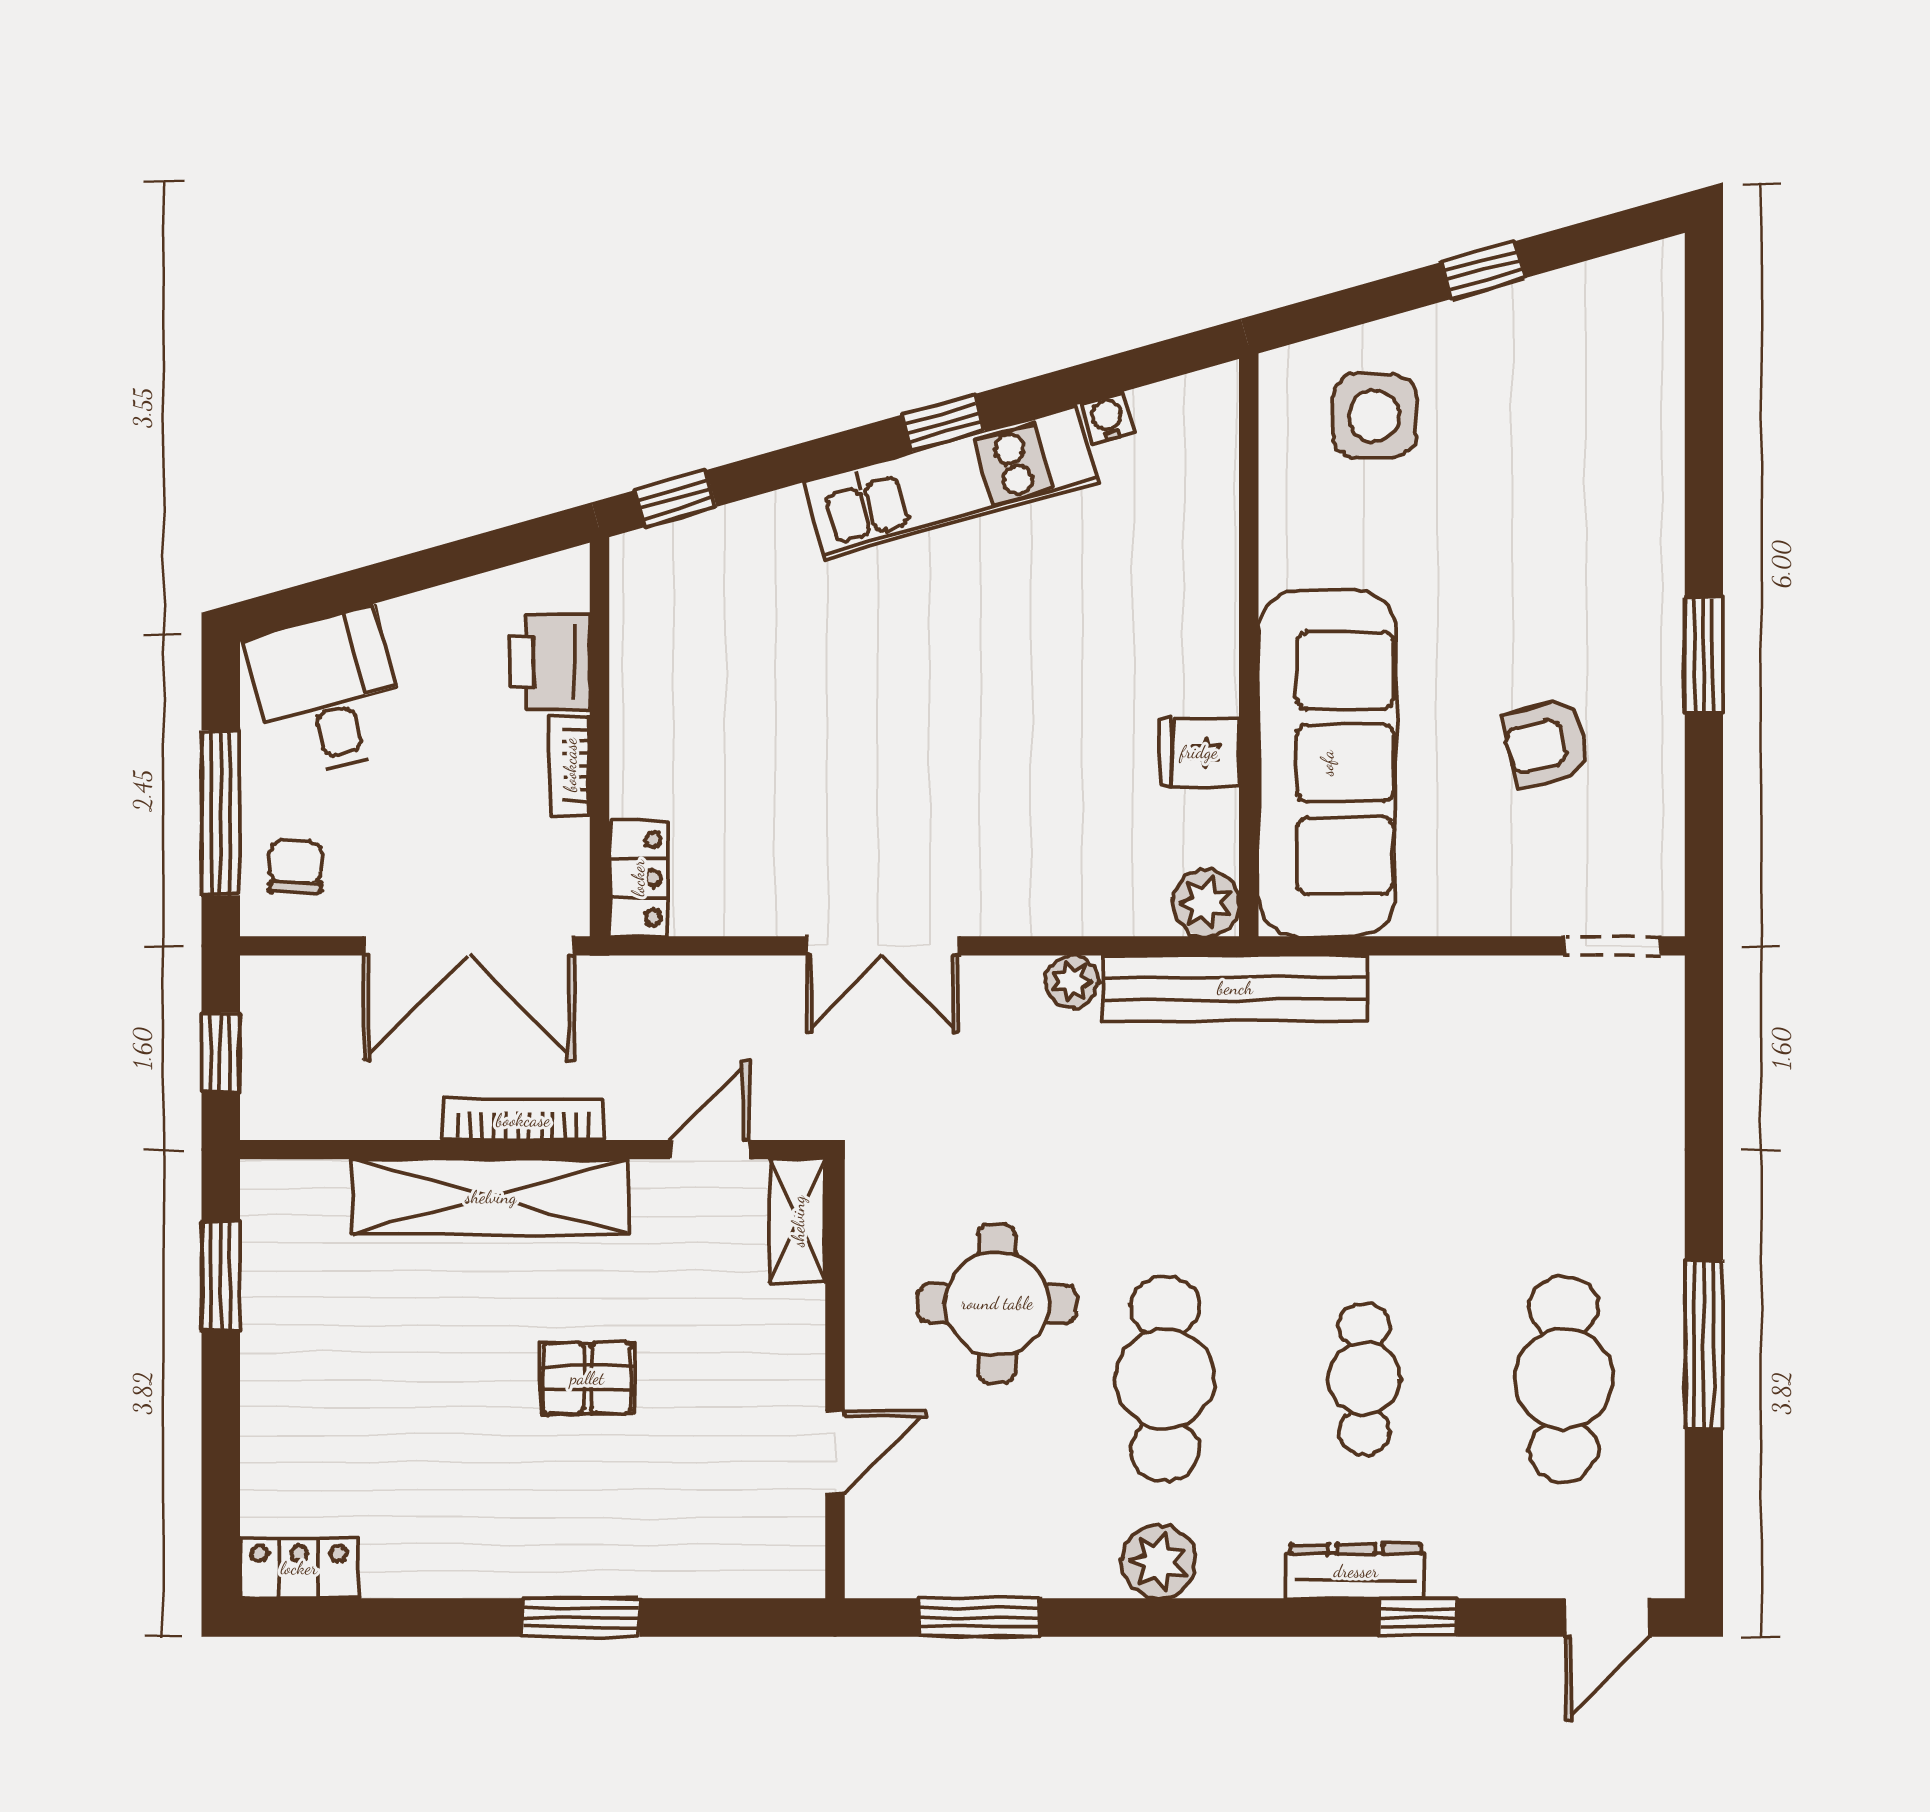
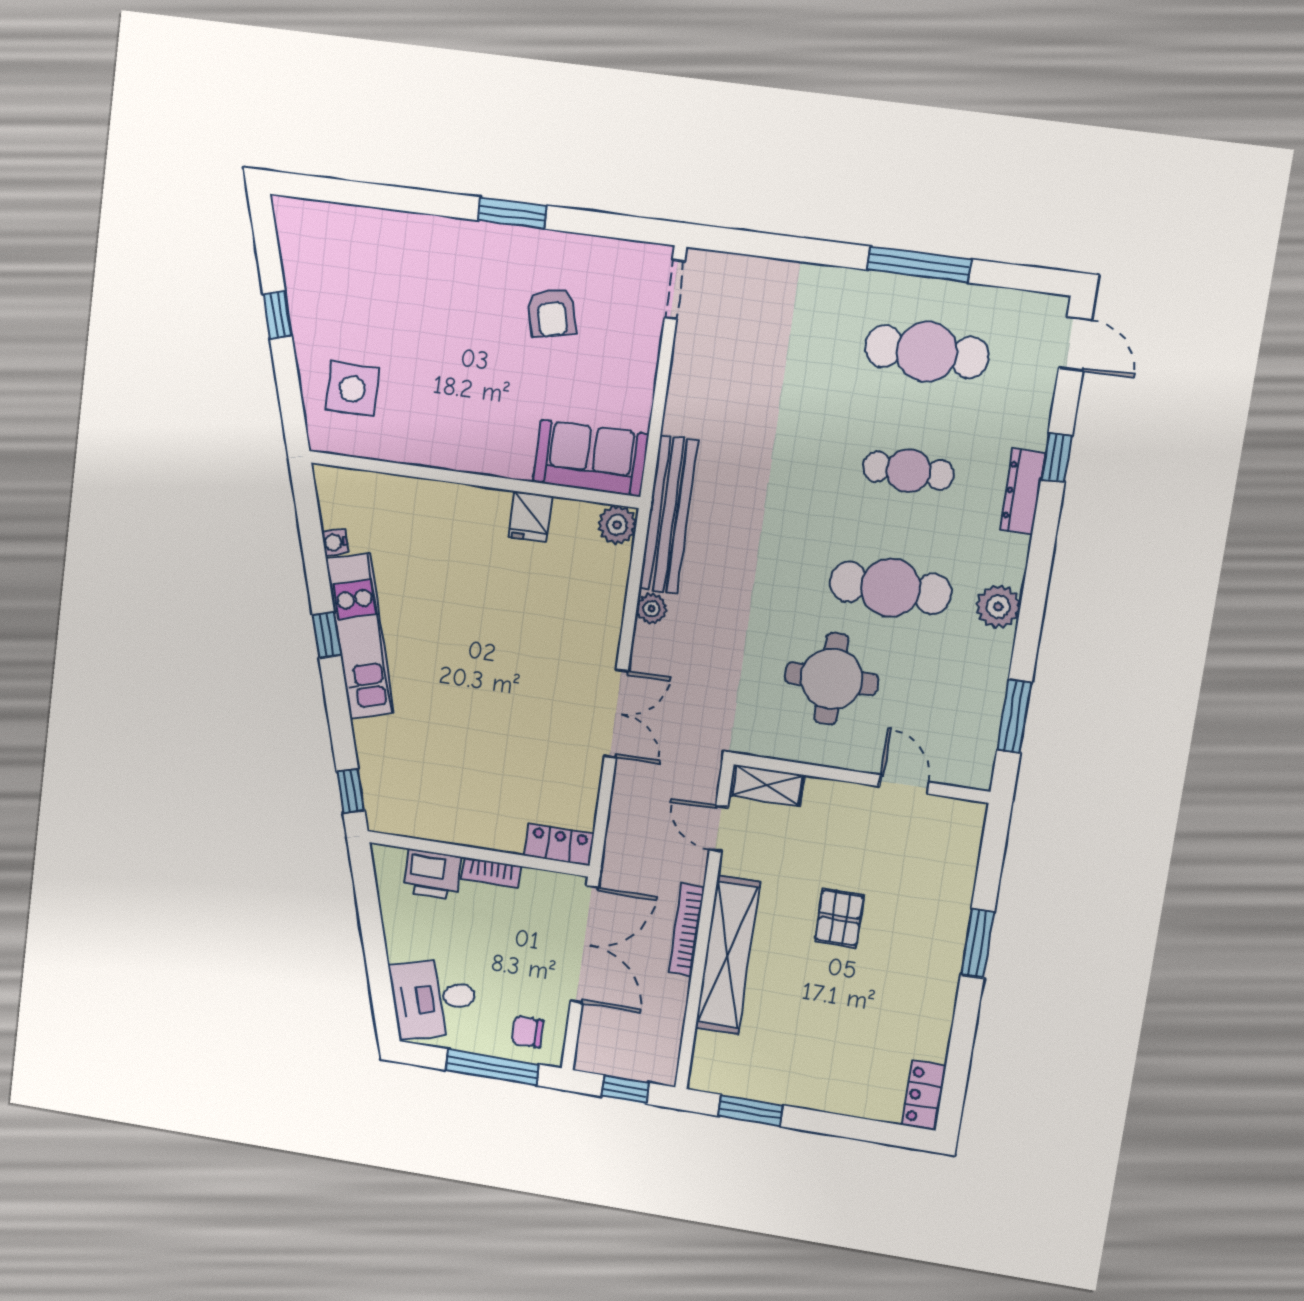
sofa: (1327, 763) -> (591, 458), width x0.54, depth x0.79

